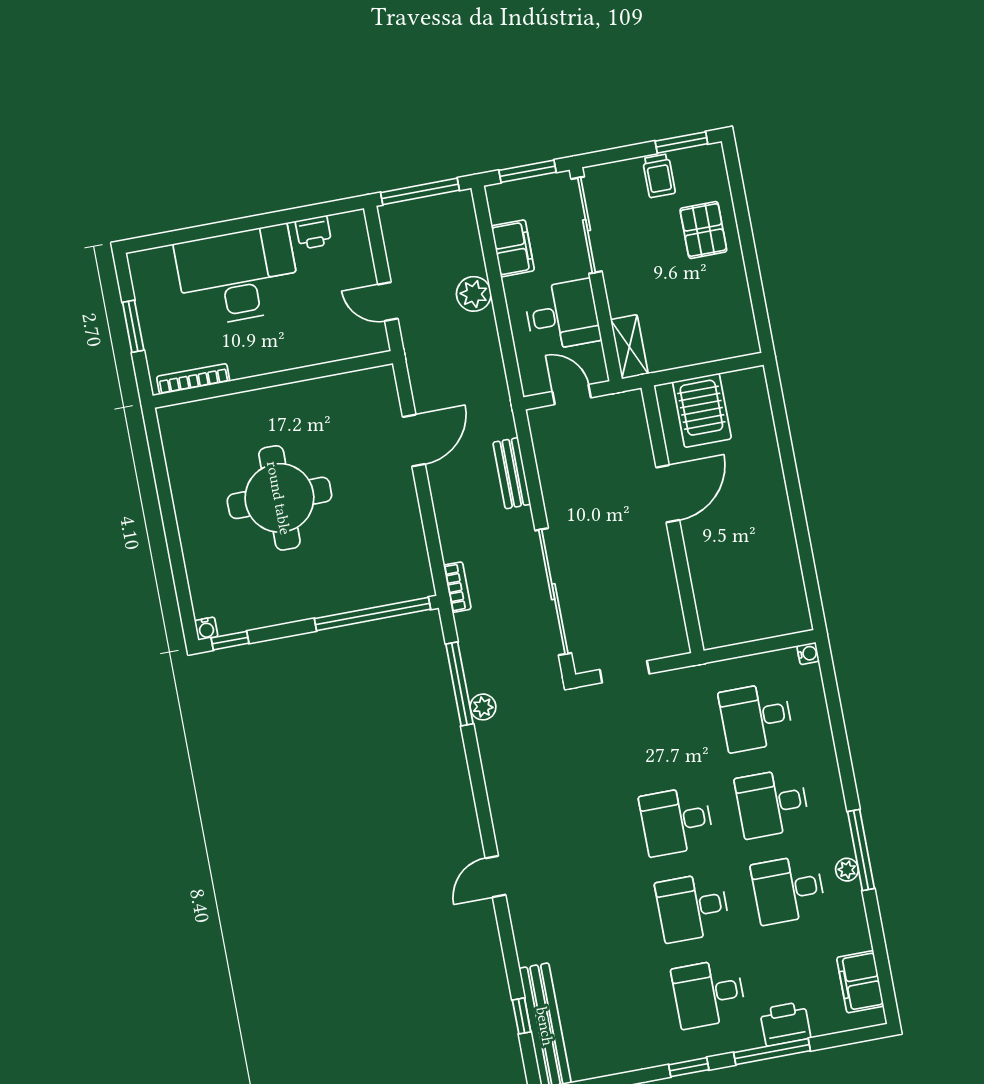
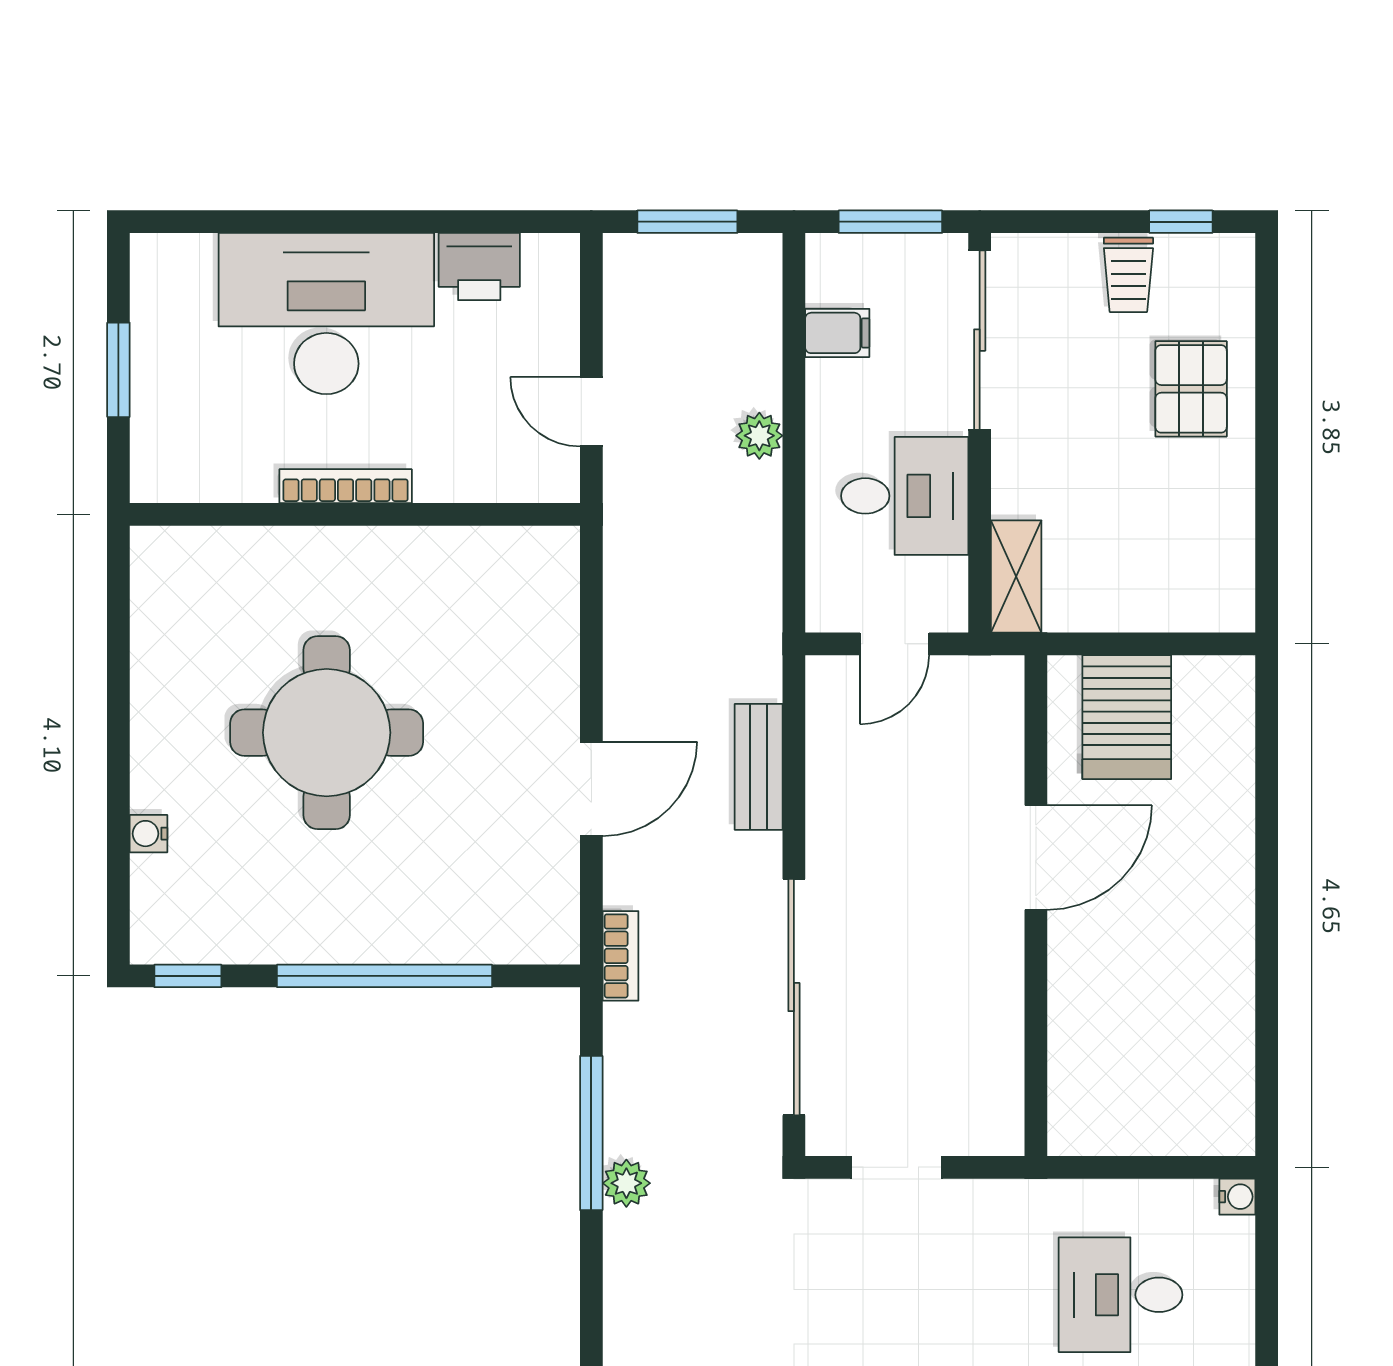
window: (681, 142) -> (1181, 222), width x0.67
window: (420, 191) -> (687, 222), width x0.69
printer: (313, 232) -> (479, 267), width x1.36, depth x1.24
filing cabinet: (513, 248) -> (837, 333), width x0.50
plant: (474, 294) -> (759, 436), width x0.73, depth x0.73
bookcase: (193, 379) -> (346, 486), moved
door: (572, 395) -> (894, 644), swing flipped
door: (414, 441) -> (591, 789), moved
window: (373, 614) -> (385, 976), moved
water cooler: (206, 629) -> (148, 834), moved, turned 90

